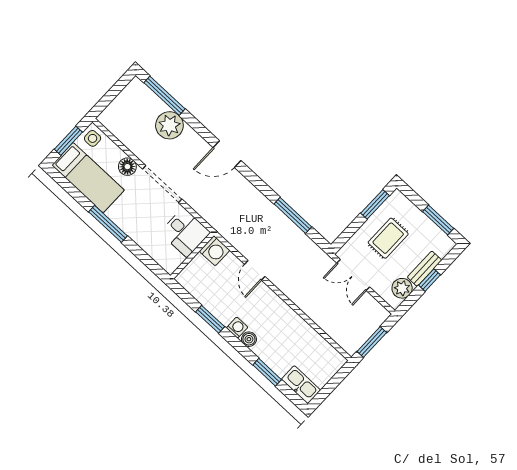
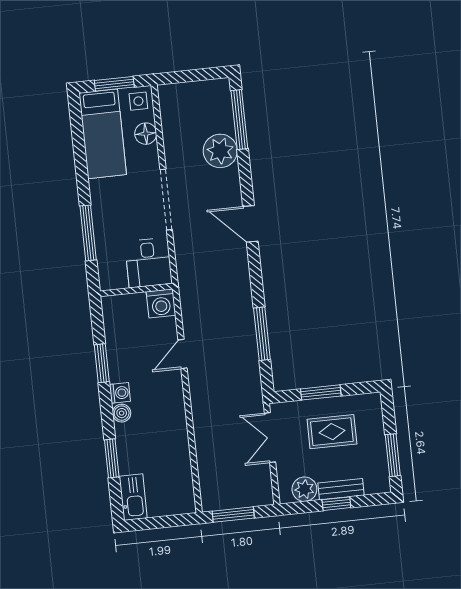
floor lamp: (127, 167) -> (146, 134), moved
window: (375, 204) -> (321, 392), moved
window: (108, 224) -> (88, 233), moved

